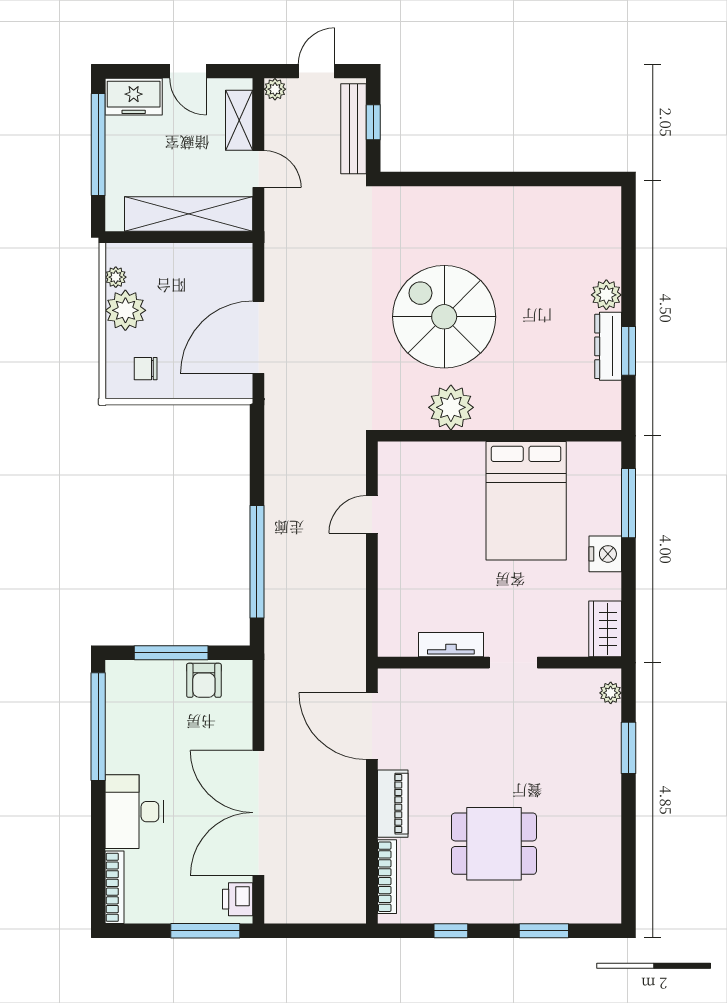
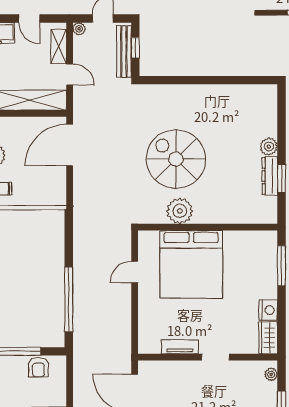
door: (258, 337) -> (70, 145), moved
bed: (526, 501) -> (191, 264), moved, width x1.36
nightstand: (605, 554) -> (268, 310), moved

